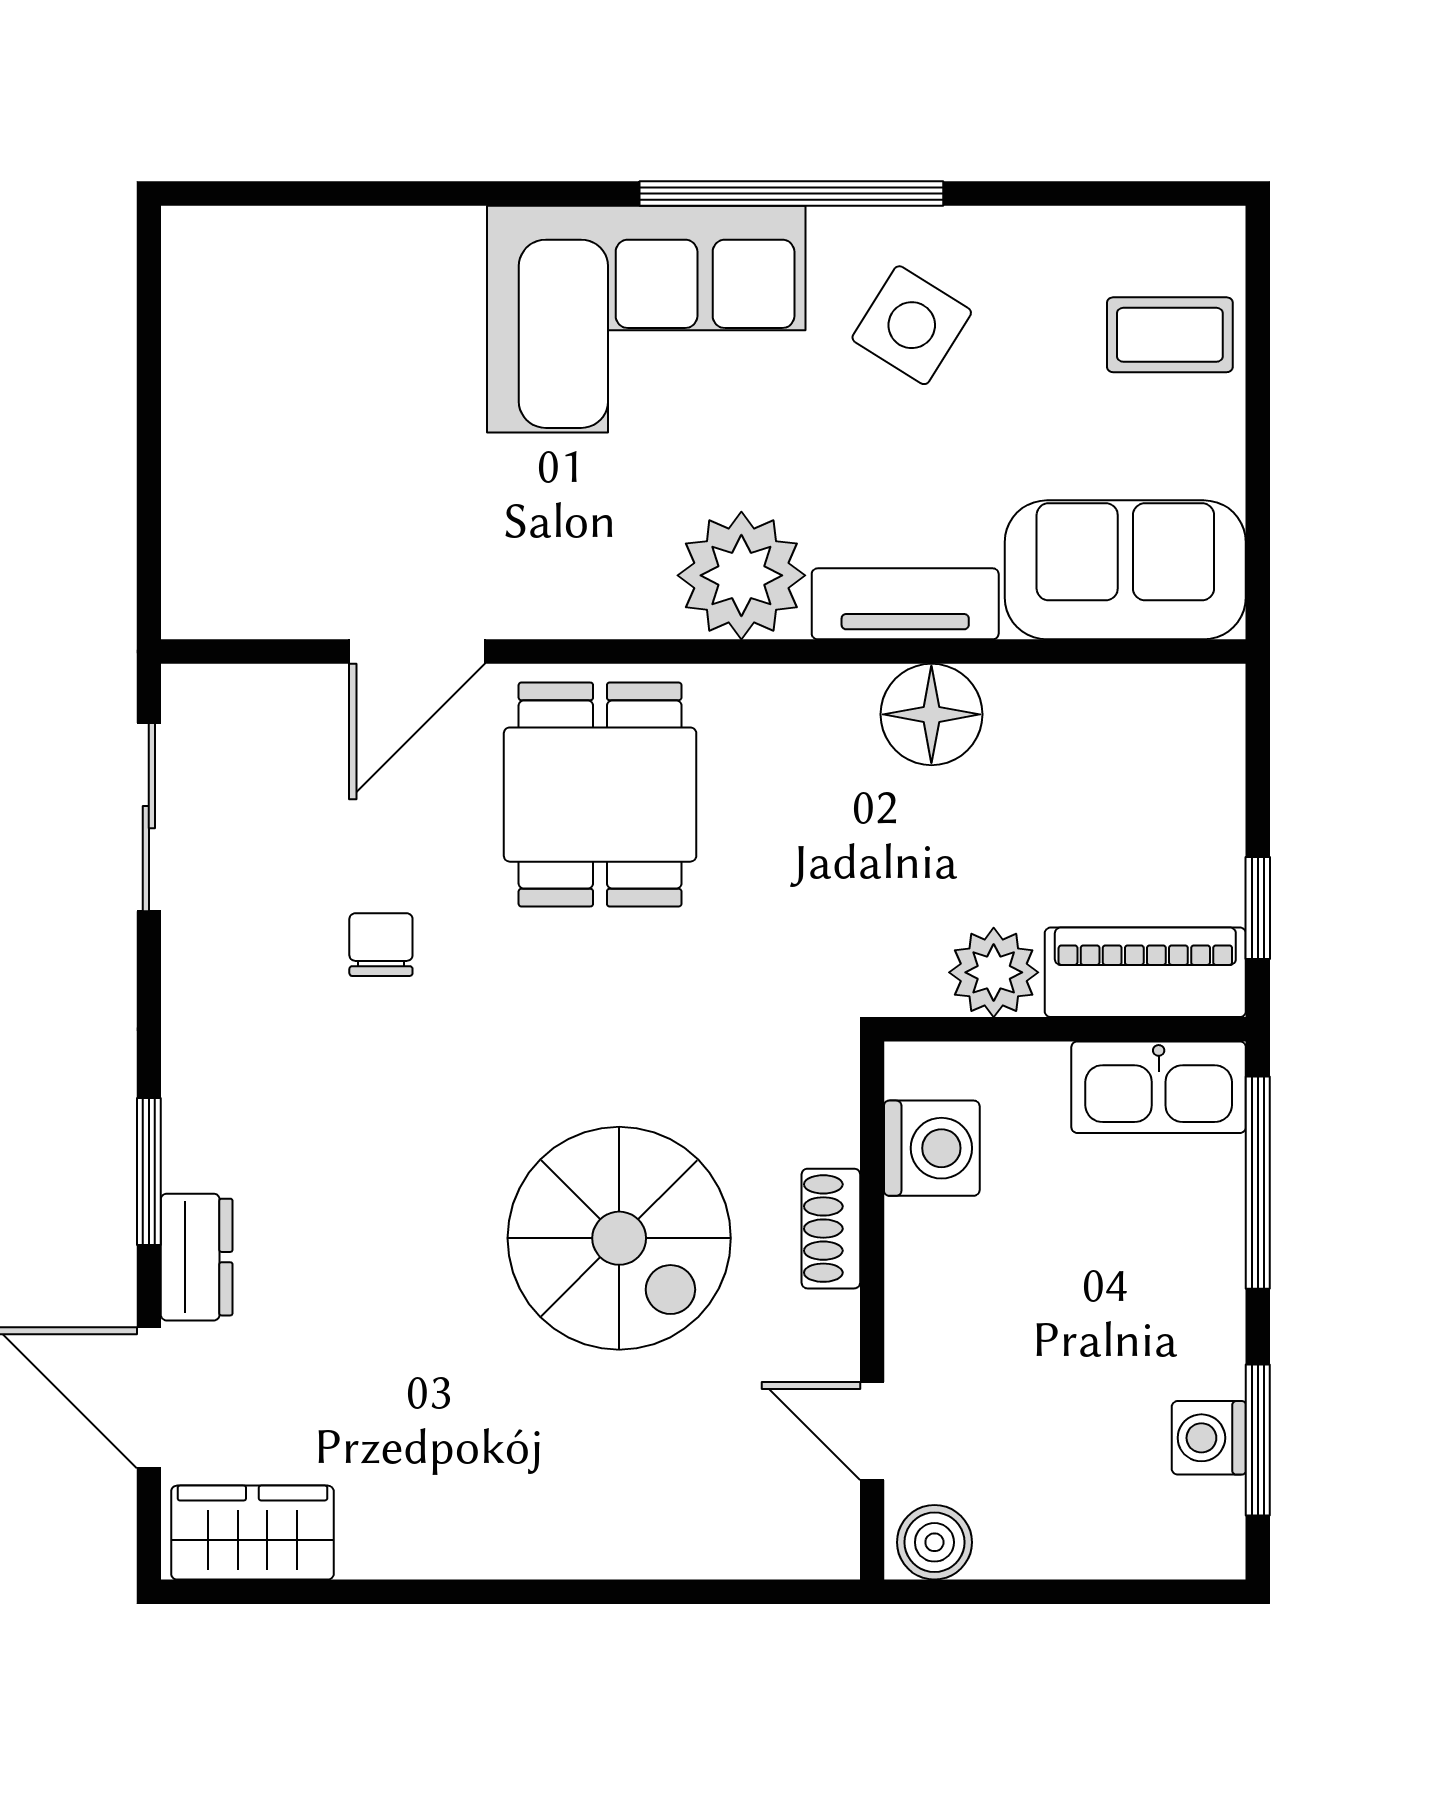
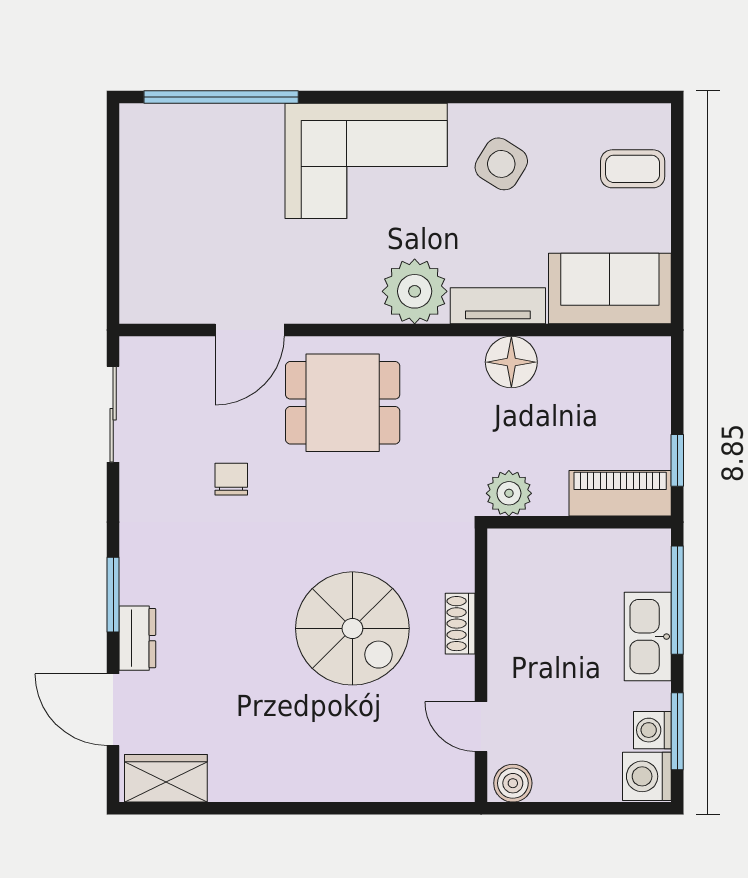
window: (791, 193) -> (221, 97), moved
dining table: (600, 795) -> (343, 403), turned 90
plant: (994, 972) -> (509, 493), moved
kitchen sink: (1159, 1087) -> (648, 637), moved, turned 90
washing machine: (932, 1148) -> (647, 776), moved, turned 180

